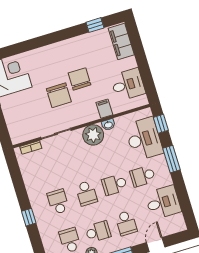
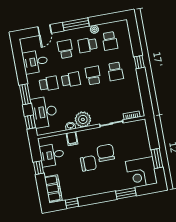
window: (27, 46) -> (126, 193), added
window: (143, 66) -> (39, 168), added
chair: (80, 79) -> (88, 163), turned -90

